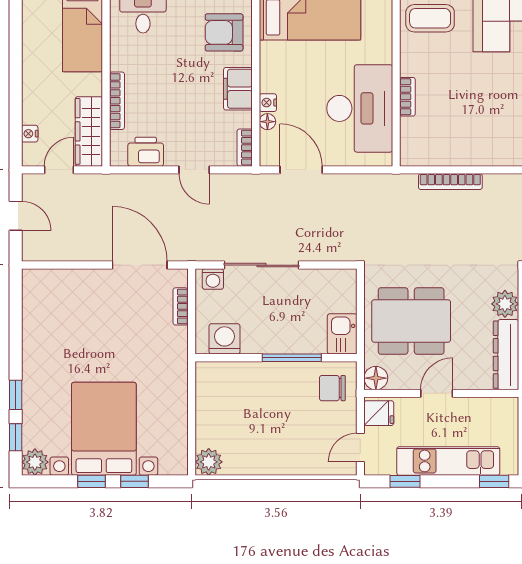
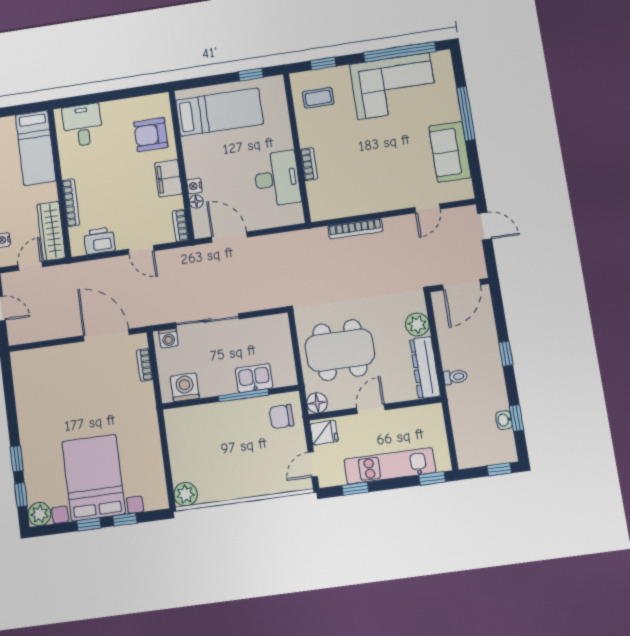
coffee table: (430, 18) -> (318, 98), width x0.73, depth x0.77
desk: (360, 108) -> (277, 179), width x0.73, depth x0.77
kitchen sink: (342, 334) -> (254, 378), moved, turned 90

